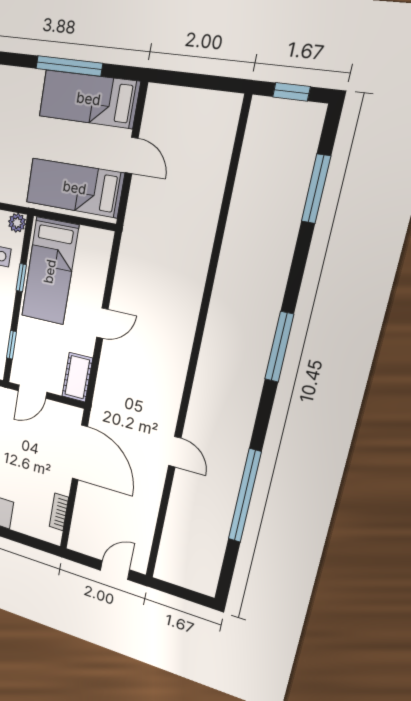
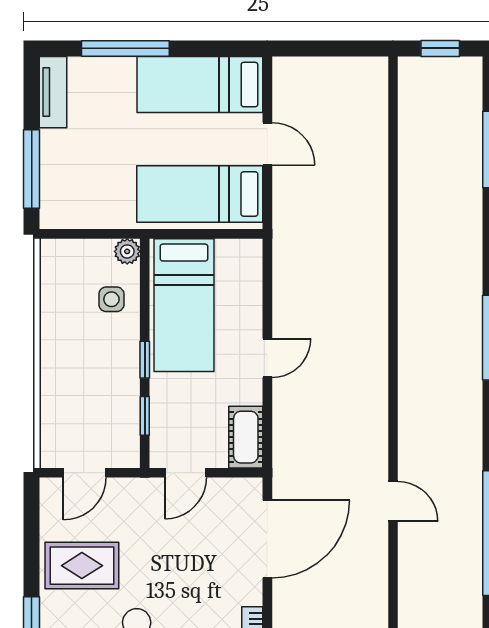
window: (69, 66) -> (125, 48), moved
window: (21, 278) -> (145, 360), moved
door: (80, 452) -> (267, 539), hinge flipped

